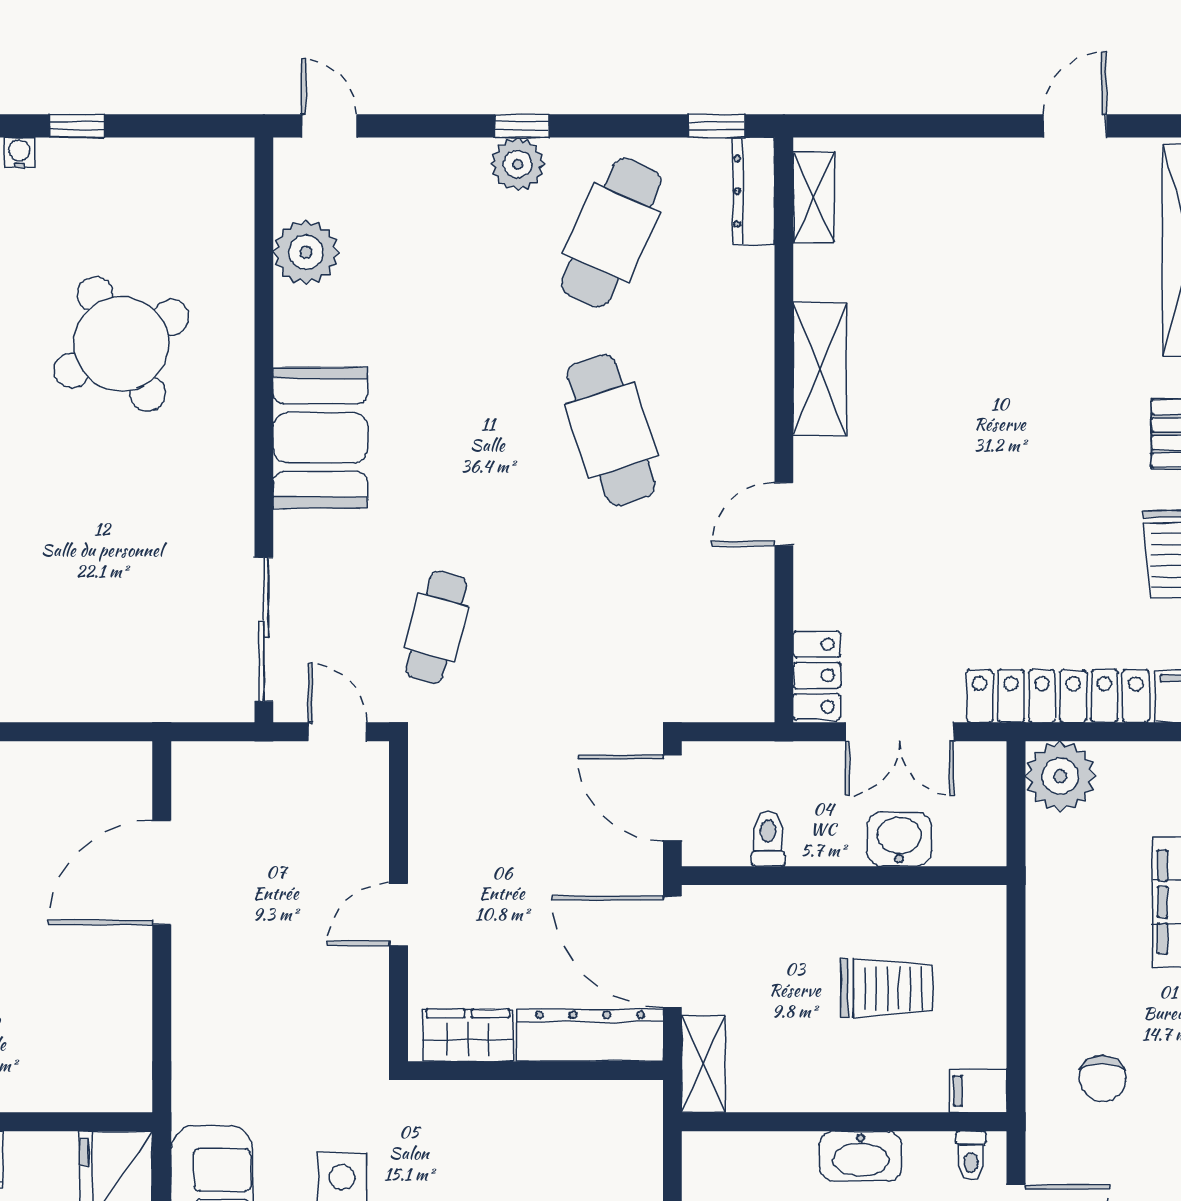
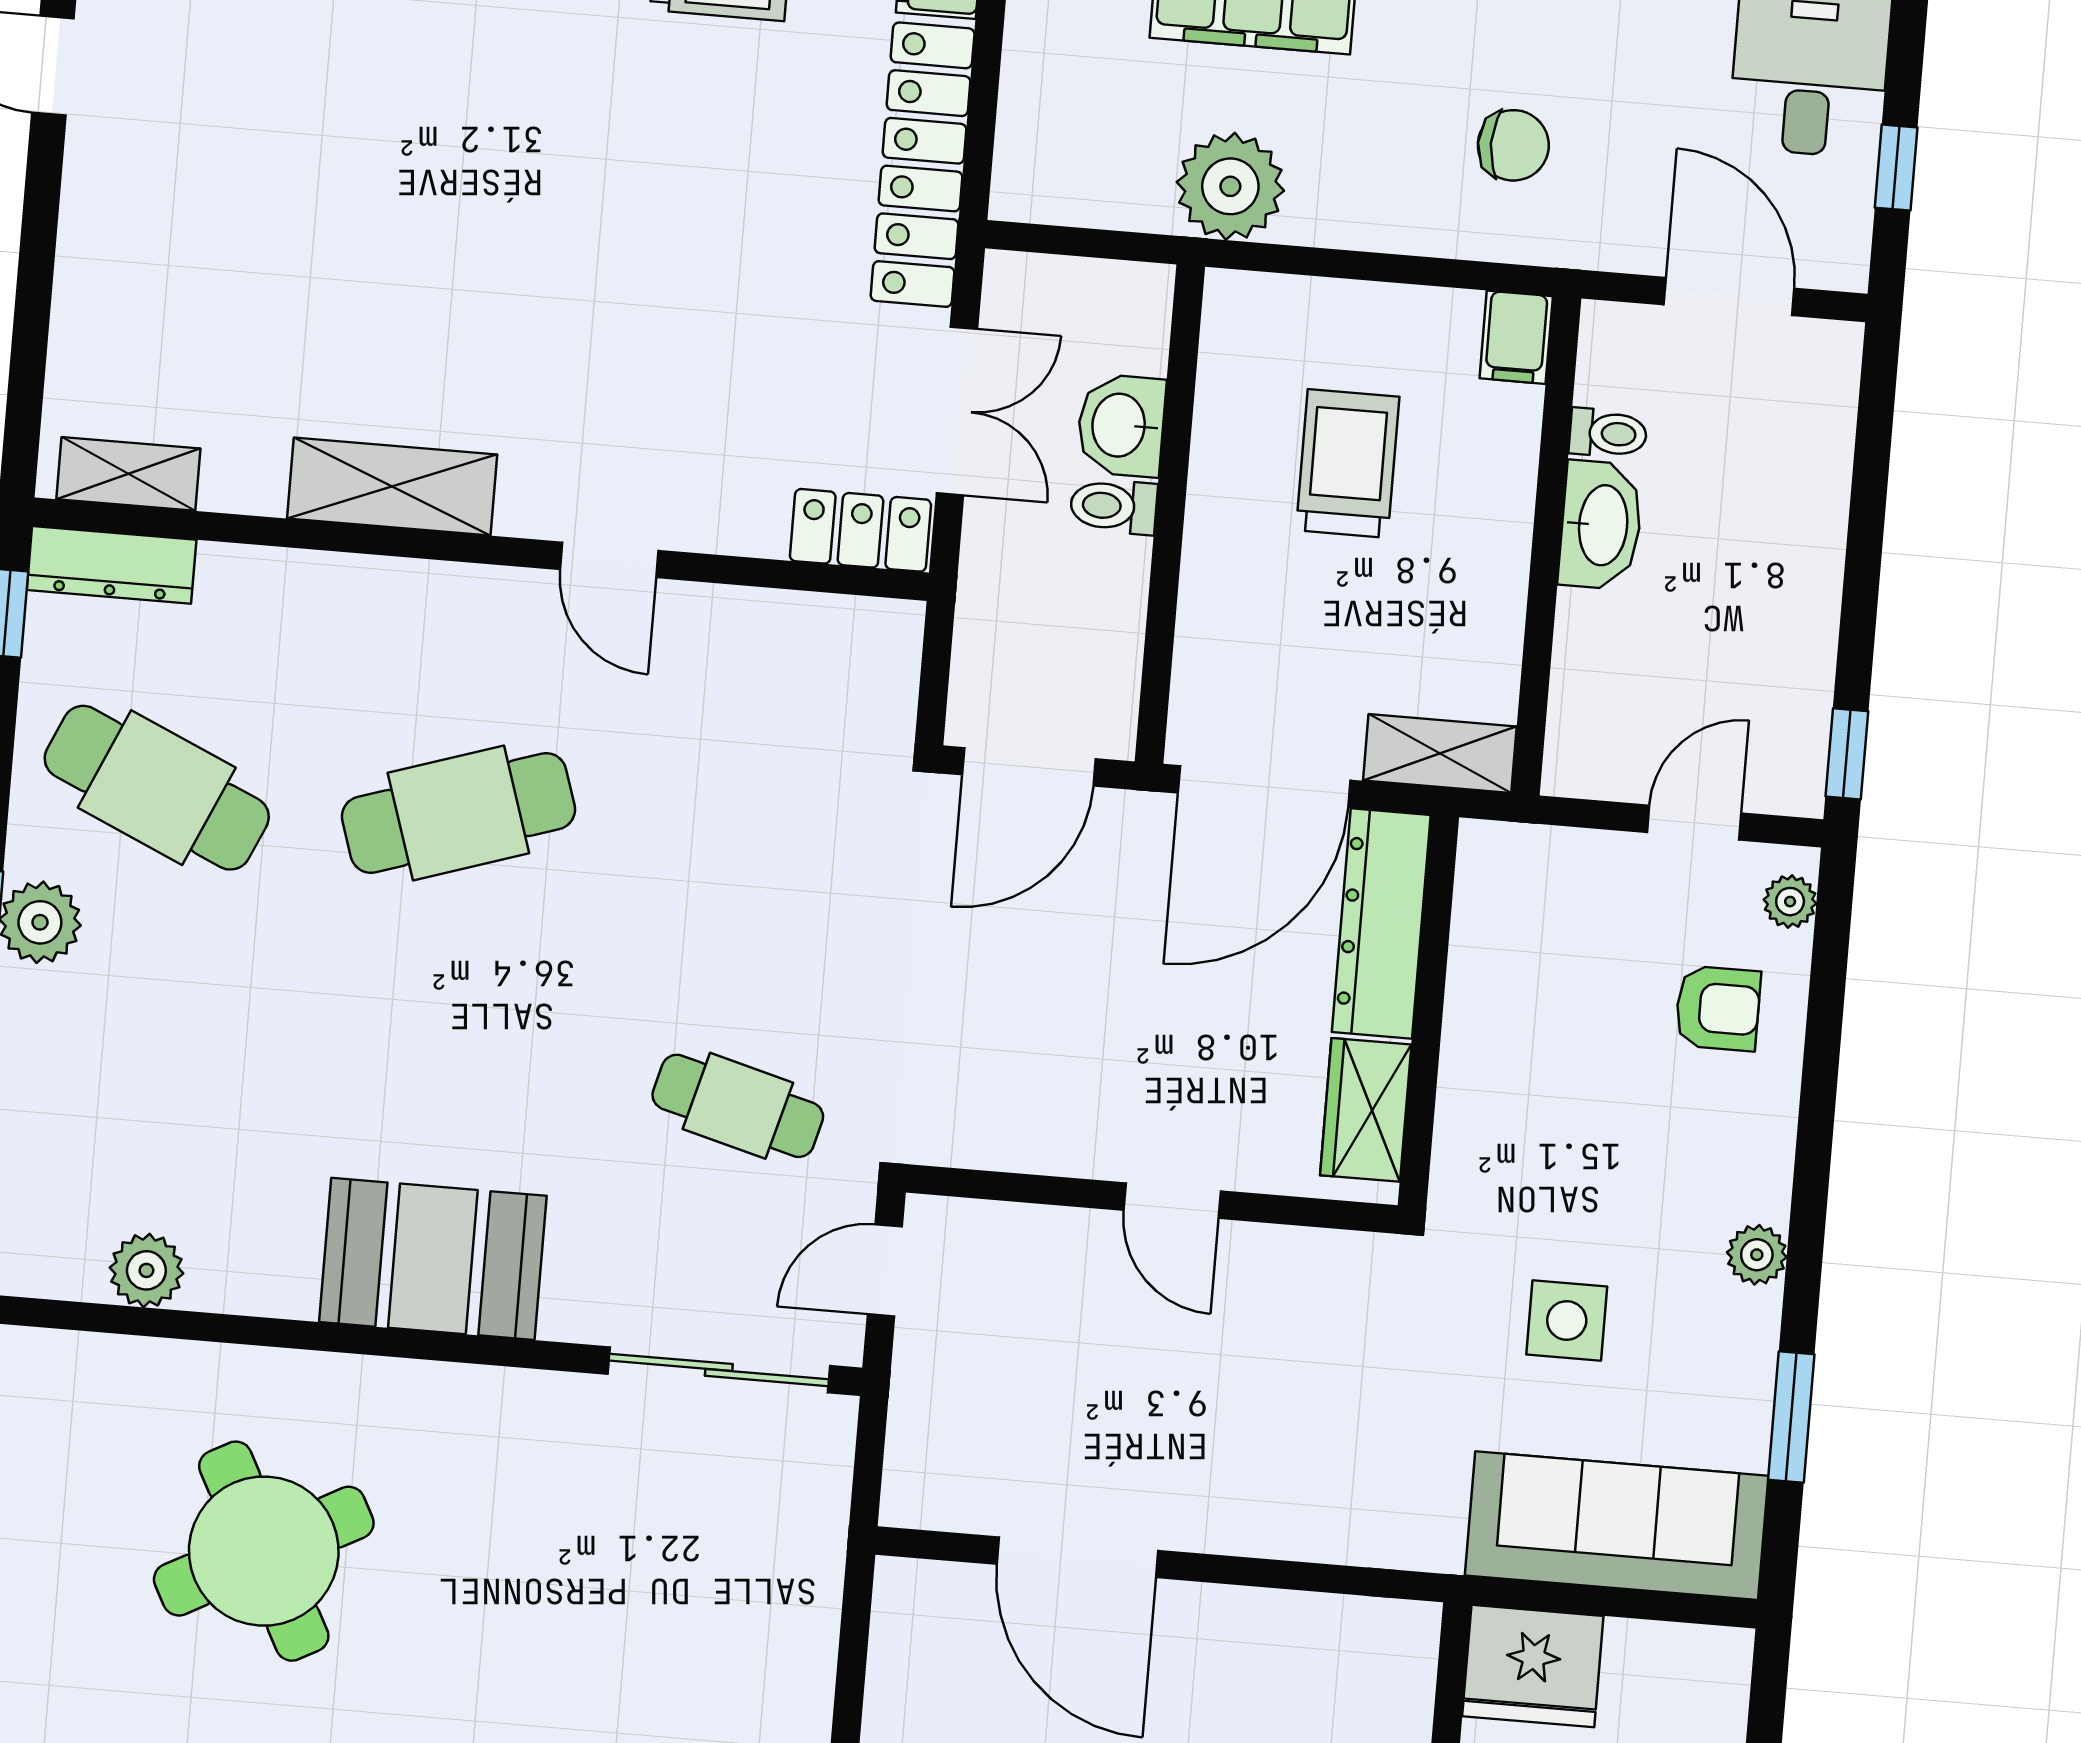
plant: (306, 252) -> (146, 1270), width x0.73, depth x0.73
plant: (1060, 776) -> (1230, 186), moved
toilet: (768, 839) -> (1114, 506), moved
toilet: (971, 1156) -> (1608, 433), moved

